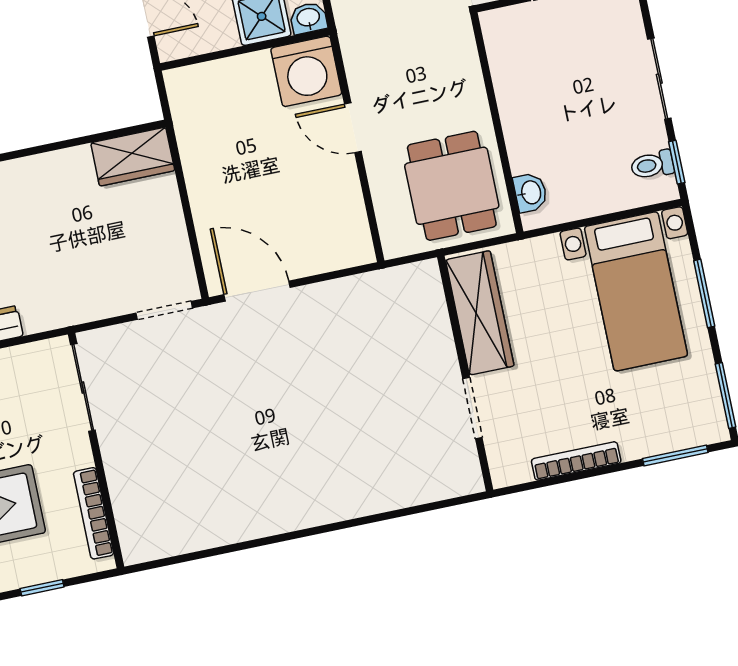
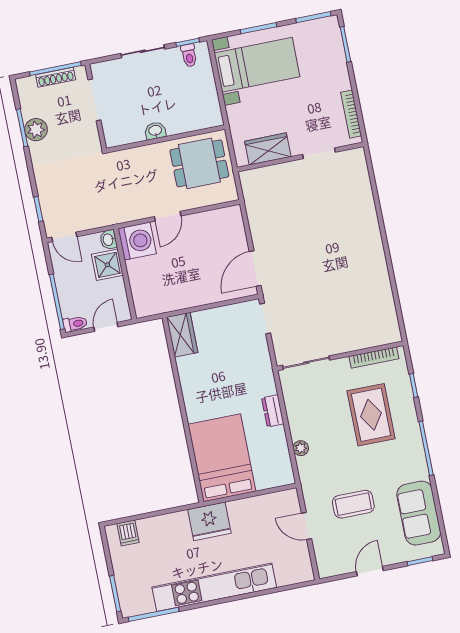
washbasin: (530, 193) -> (155, 131), moved
wardrobe: (480, 313) -> (268, 149), width x0.67
bookcase: (576, 461) -> (351, 114), moved

